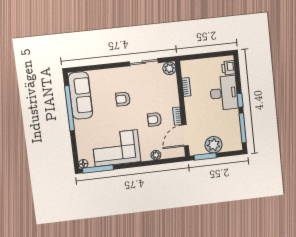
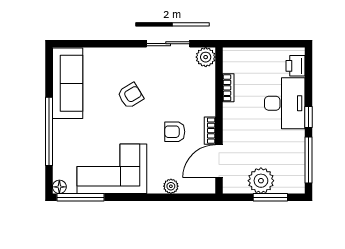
armchair: (123, 99) -> (130, 96), turned 149
window: (69, 108) -> (49, 131), moved
window: (205, 157) -> (270, 197), moved

